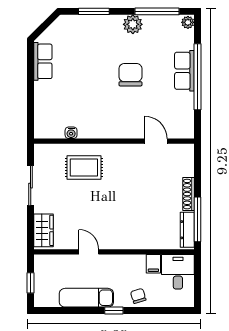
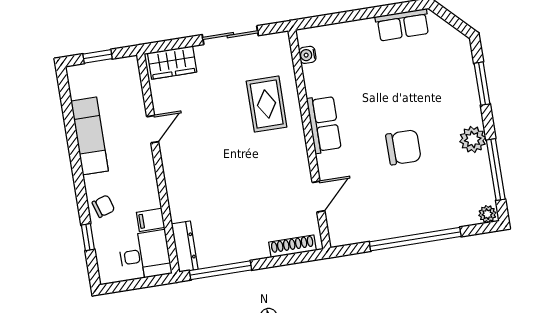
row of seats: (184, 71) -> (324, 124), moved, turned 90
water cooler: (71, 133) -> (307, 55), moved
shoe rack: (188, 194) -> (292, 246), moved
dresser: (187, 230) -> (185, 247), moved, turned 90
window: (114, 310) -> (88, 237), moved

